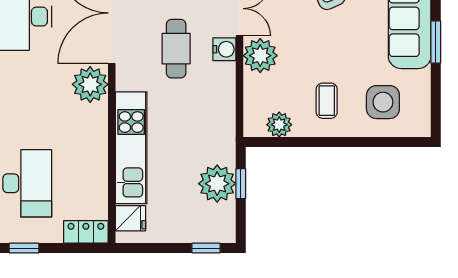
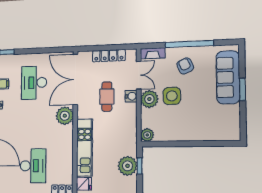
coffee table: (327, 101) -> (184, 122), removed
side table: (383, 102) -> (172, 96), moved
plant: (279, 125) -> (147, 135), moved

